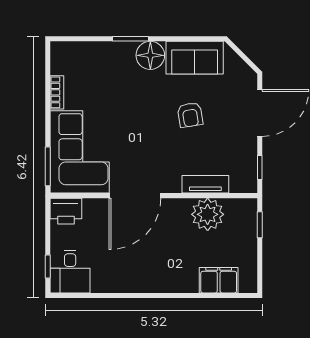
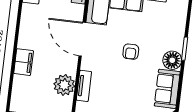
armchair: (190, 115) -> (131, 52), moved, turned -81
filing cabinet: (219, 280) -> (24, 62), moved

